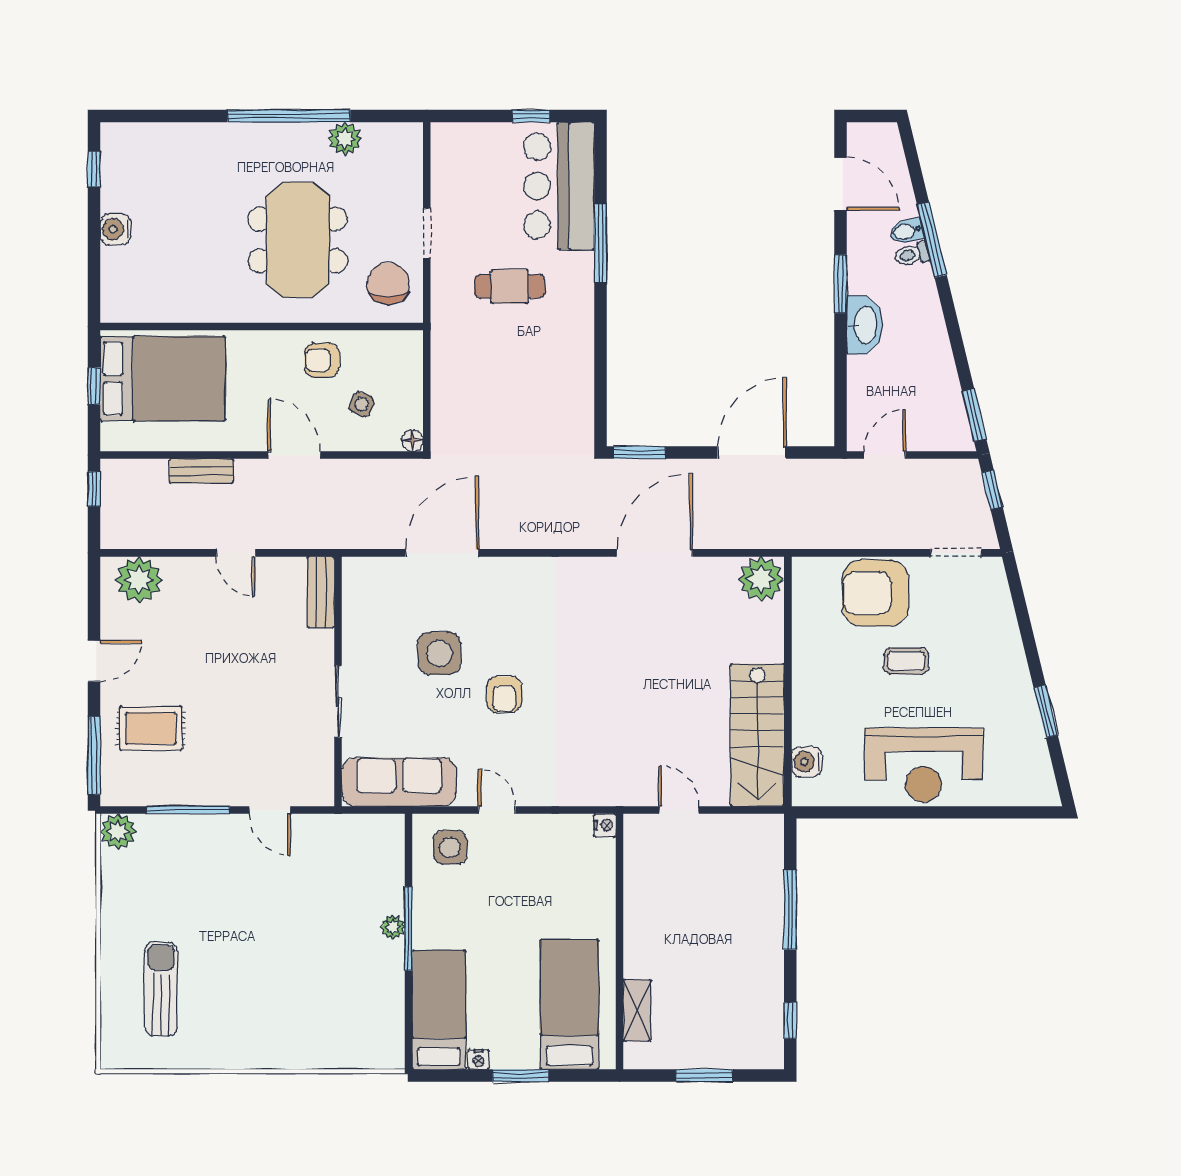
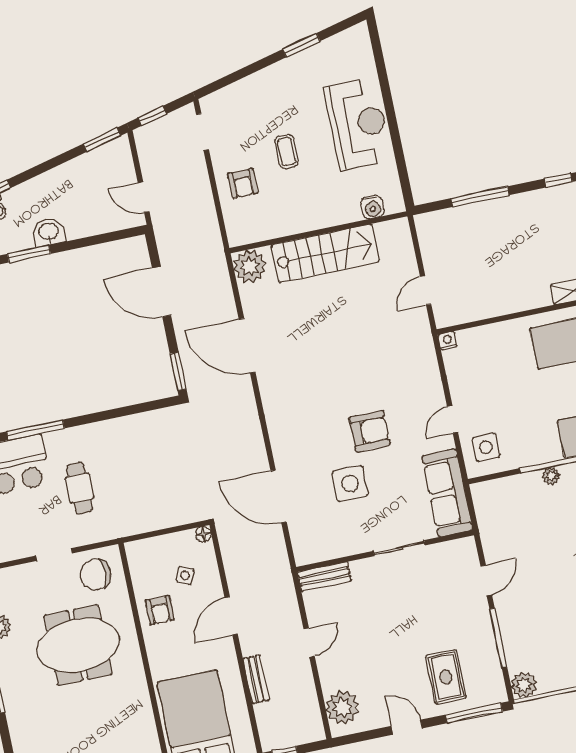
washbasin: (864, 325) -> (49, 232), width x0.72
armchair: (875, 593) -> (243, 183), width x0.53, depth x0.53
armchair: (504, 694) -> (370, 431), width x1.38, depth x1.38
stairs: (757, 735) -> (325, 253), moved

